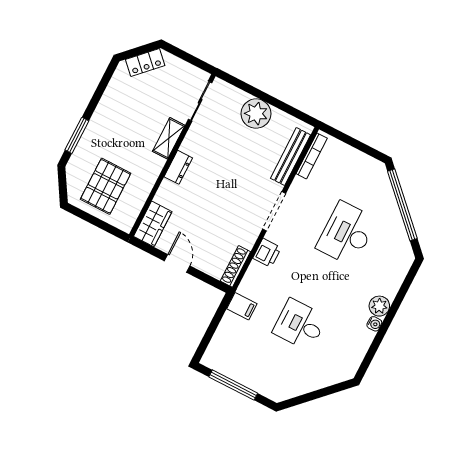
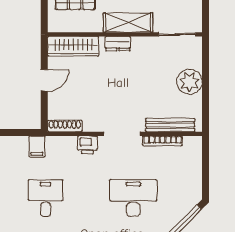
shelving: (169, 138) -> (128, 22), width x1.50, depth x1.33
bookcase: (312, 156) -> (163, 141), moved
wardrobe: (153, 224) -> (73, 46), width x1.50

